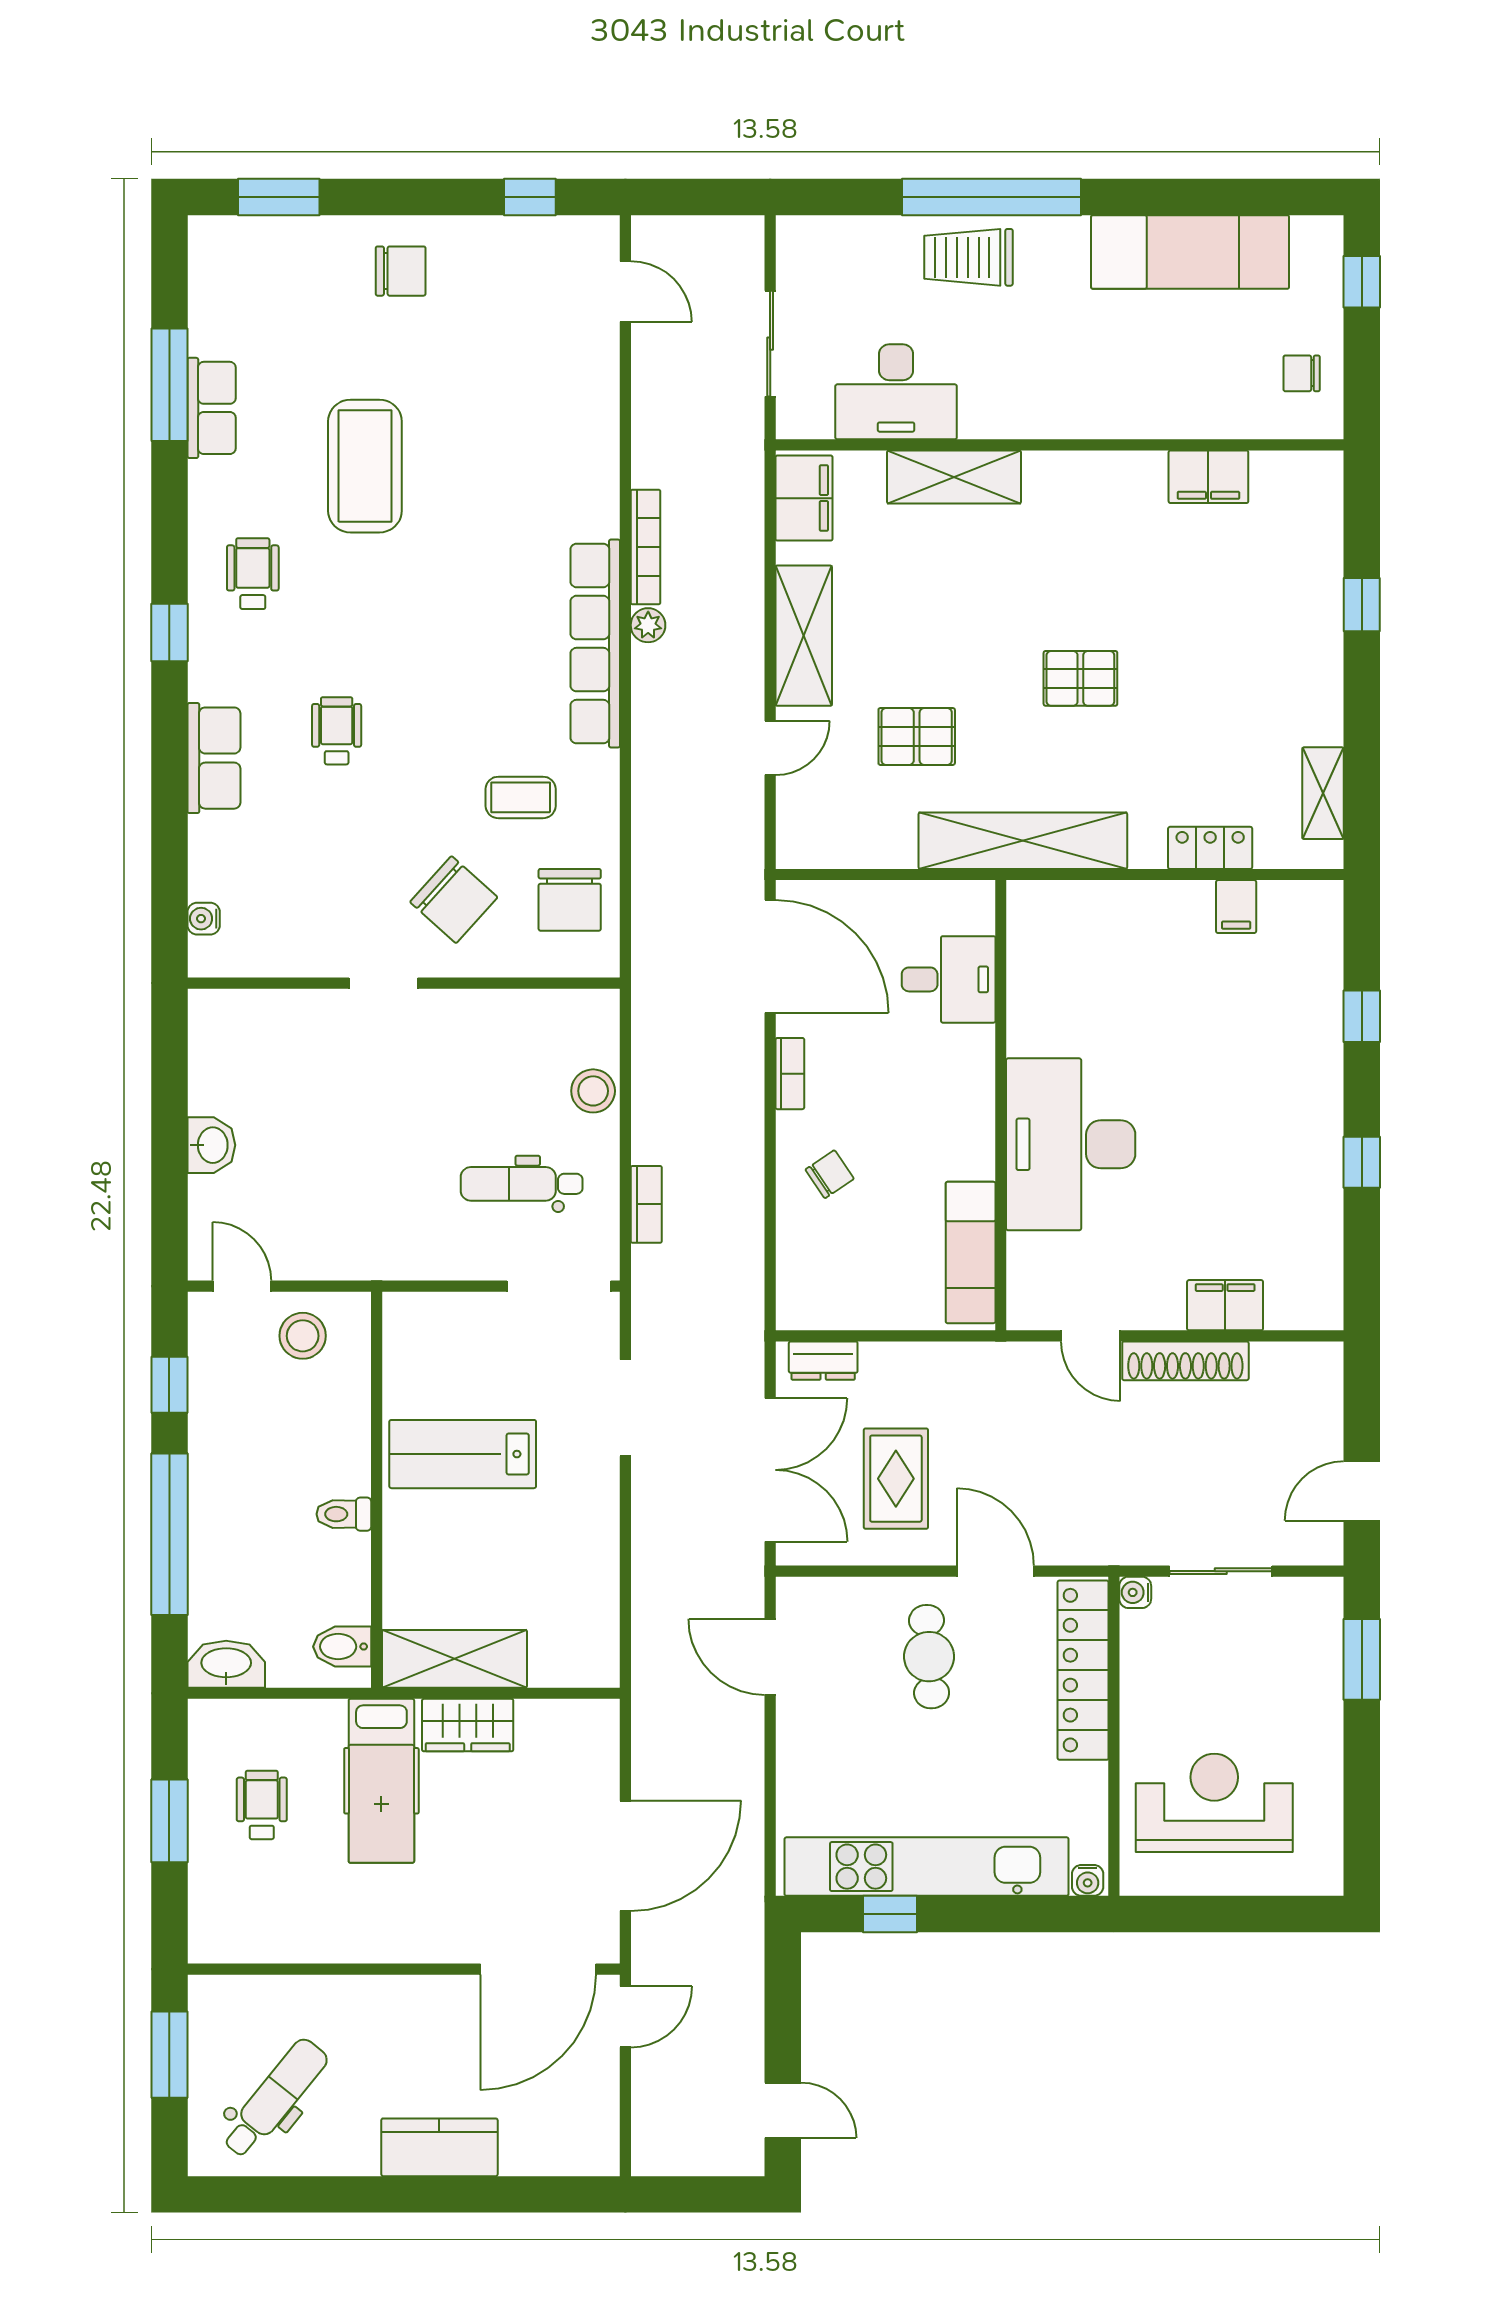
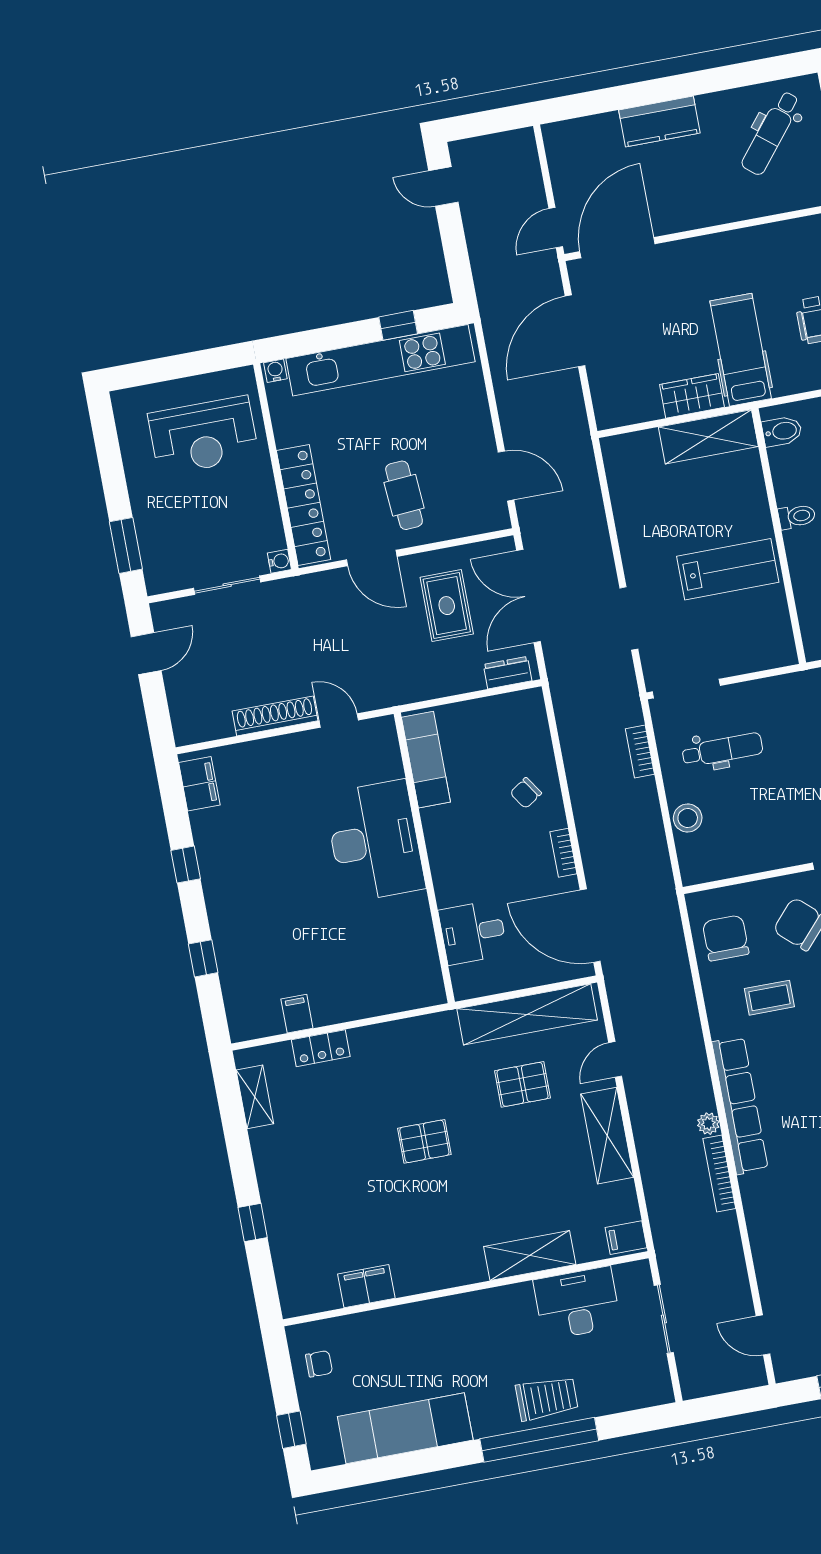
filing cabinet: (804, 498) -> (626, 1238), width x0.50
shelving: (1023, 841) -> (527, 1014), moved
filing cabinet: (1225, 1305) -> (199, 784), moved, turned -90

